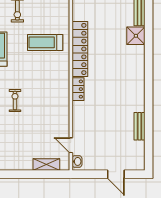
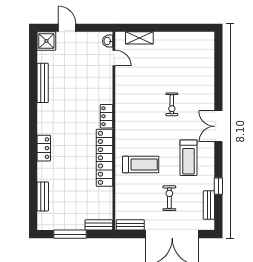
shower: (136, 36) -> (46, 41), moved
locker: (138, 58) -> (44, 148), added
bench: (140, 126) -> (43, 83), width x1.36

